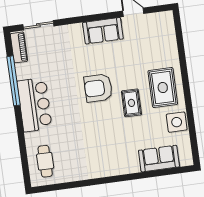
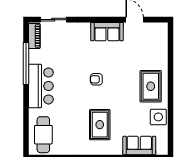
armchair: (98, 88) -> (96, 79), width x0.53, depth x0.53
rug: (131, 103) -> (100, 125), moved, width x1.36, depth x1.43
cafe table: (45, 161) -> (43, 135), width x1.37, depth x1.35

